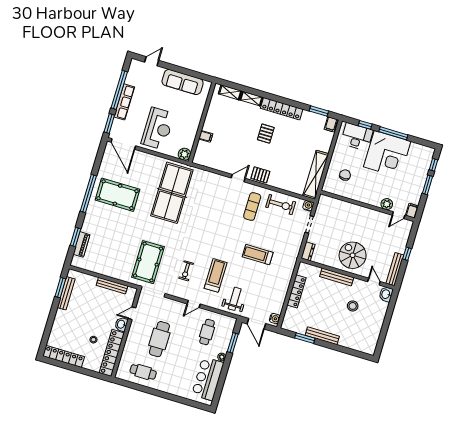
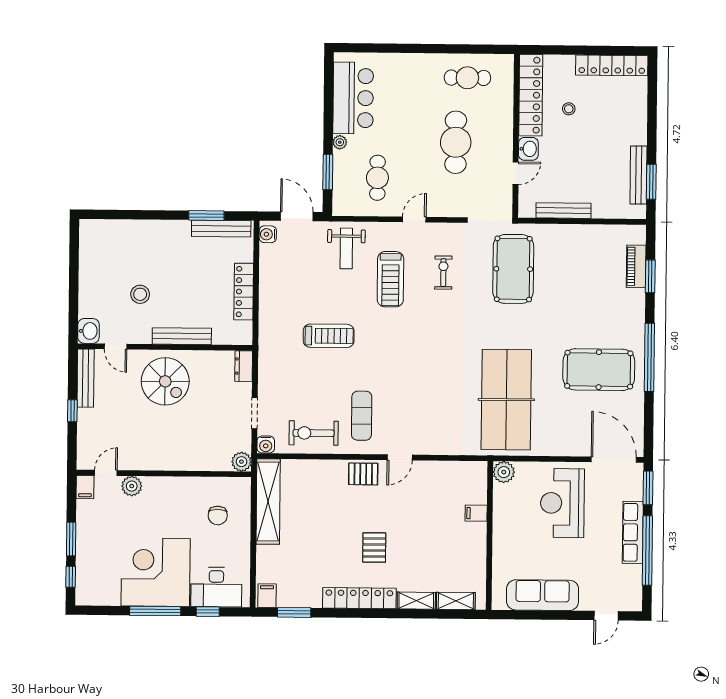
plant: (324, 200) -> (241, 462), added
bench: (322, 336) -> (221, 229), moved

